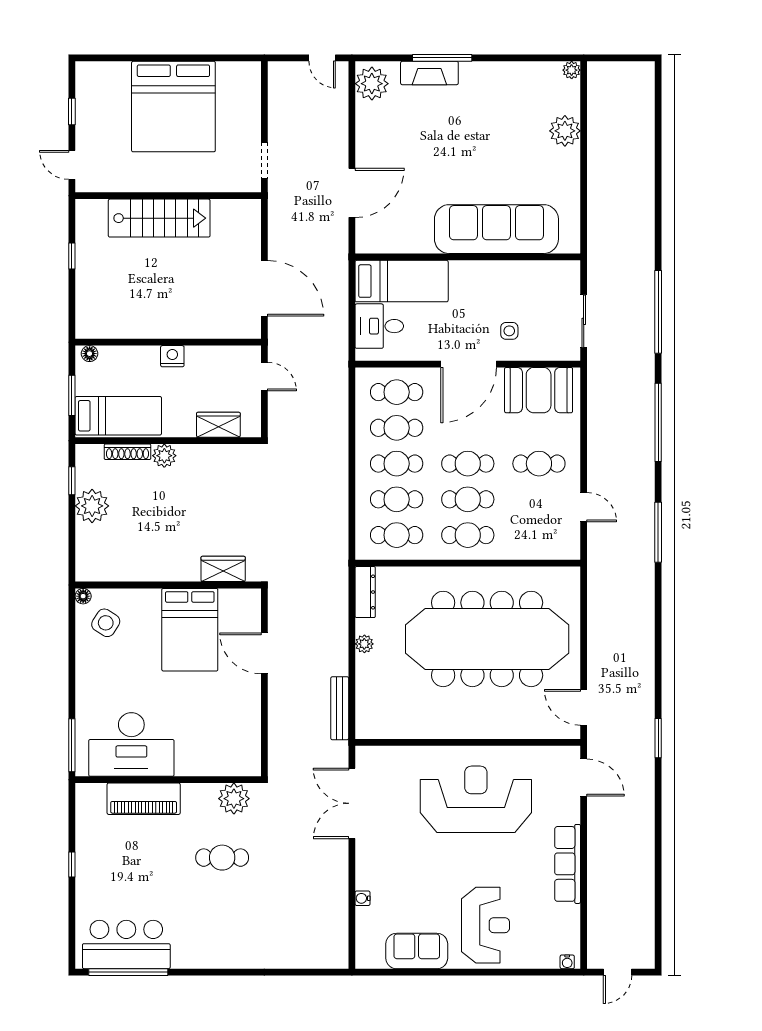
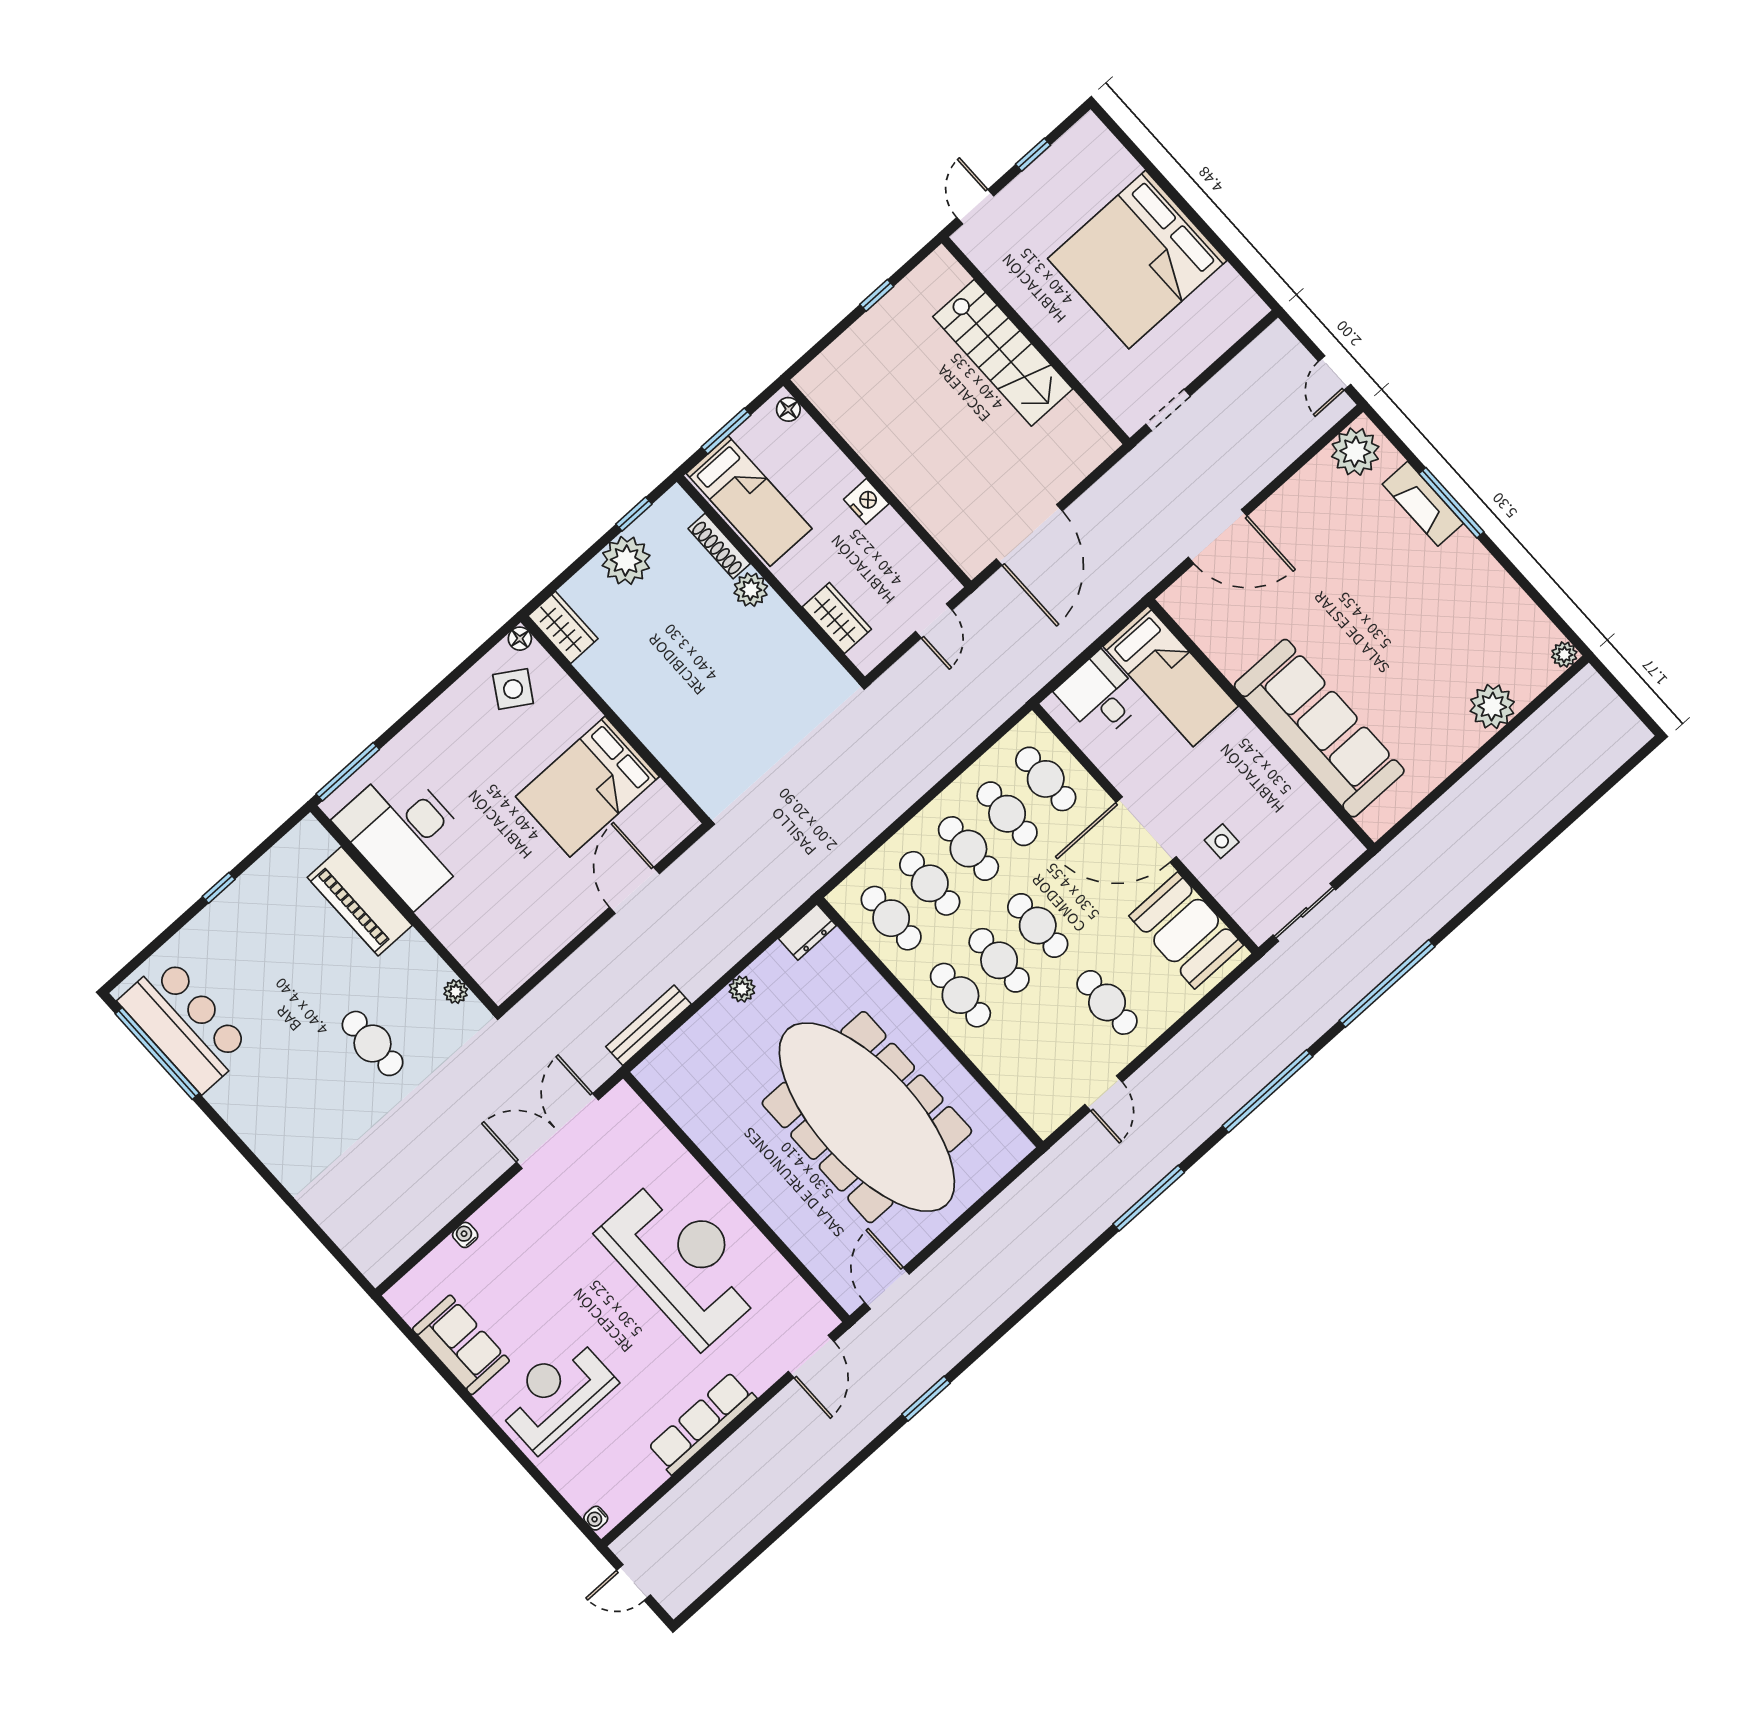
wardrobe: (223, 569) -> (563, 627), moved
dresser: (365, 592) -> (807, 932), width x0.70
plant: (234, 799) -> (456, 992), width x0.53, depth x0.53
reception desk: (485, 925) -> (556, 1394), turned 180

